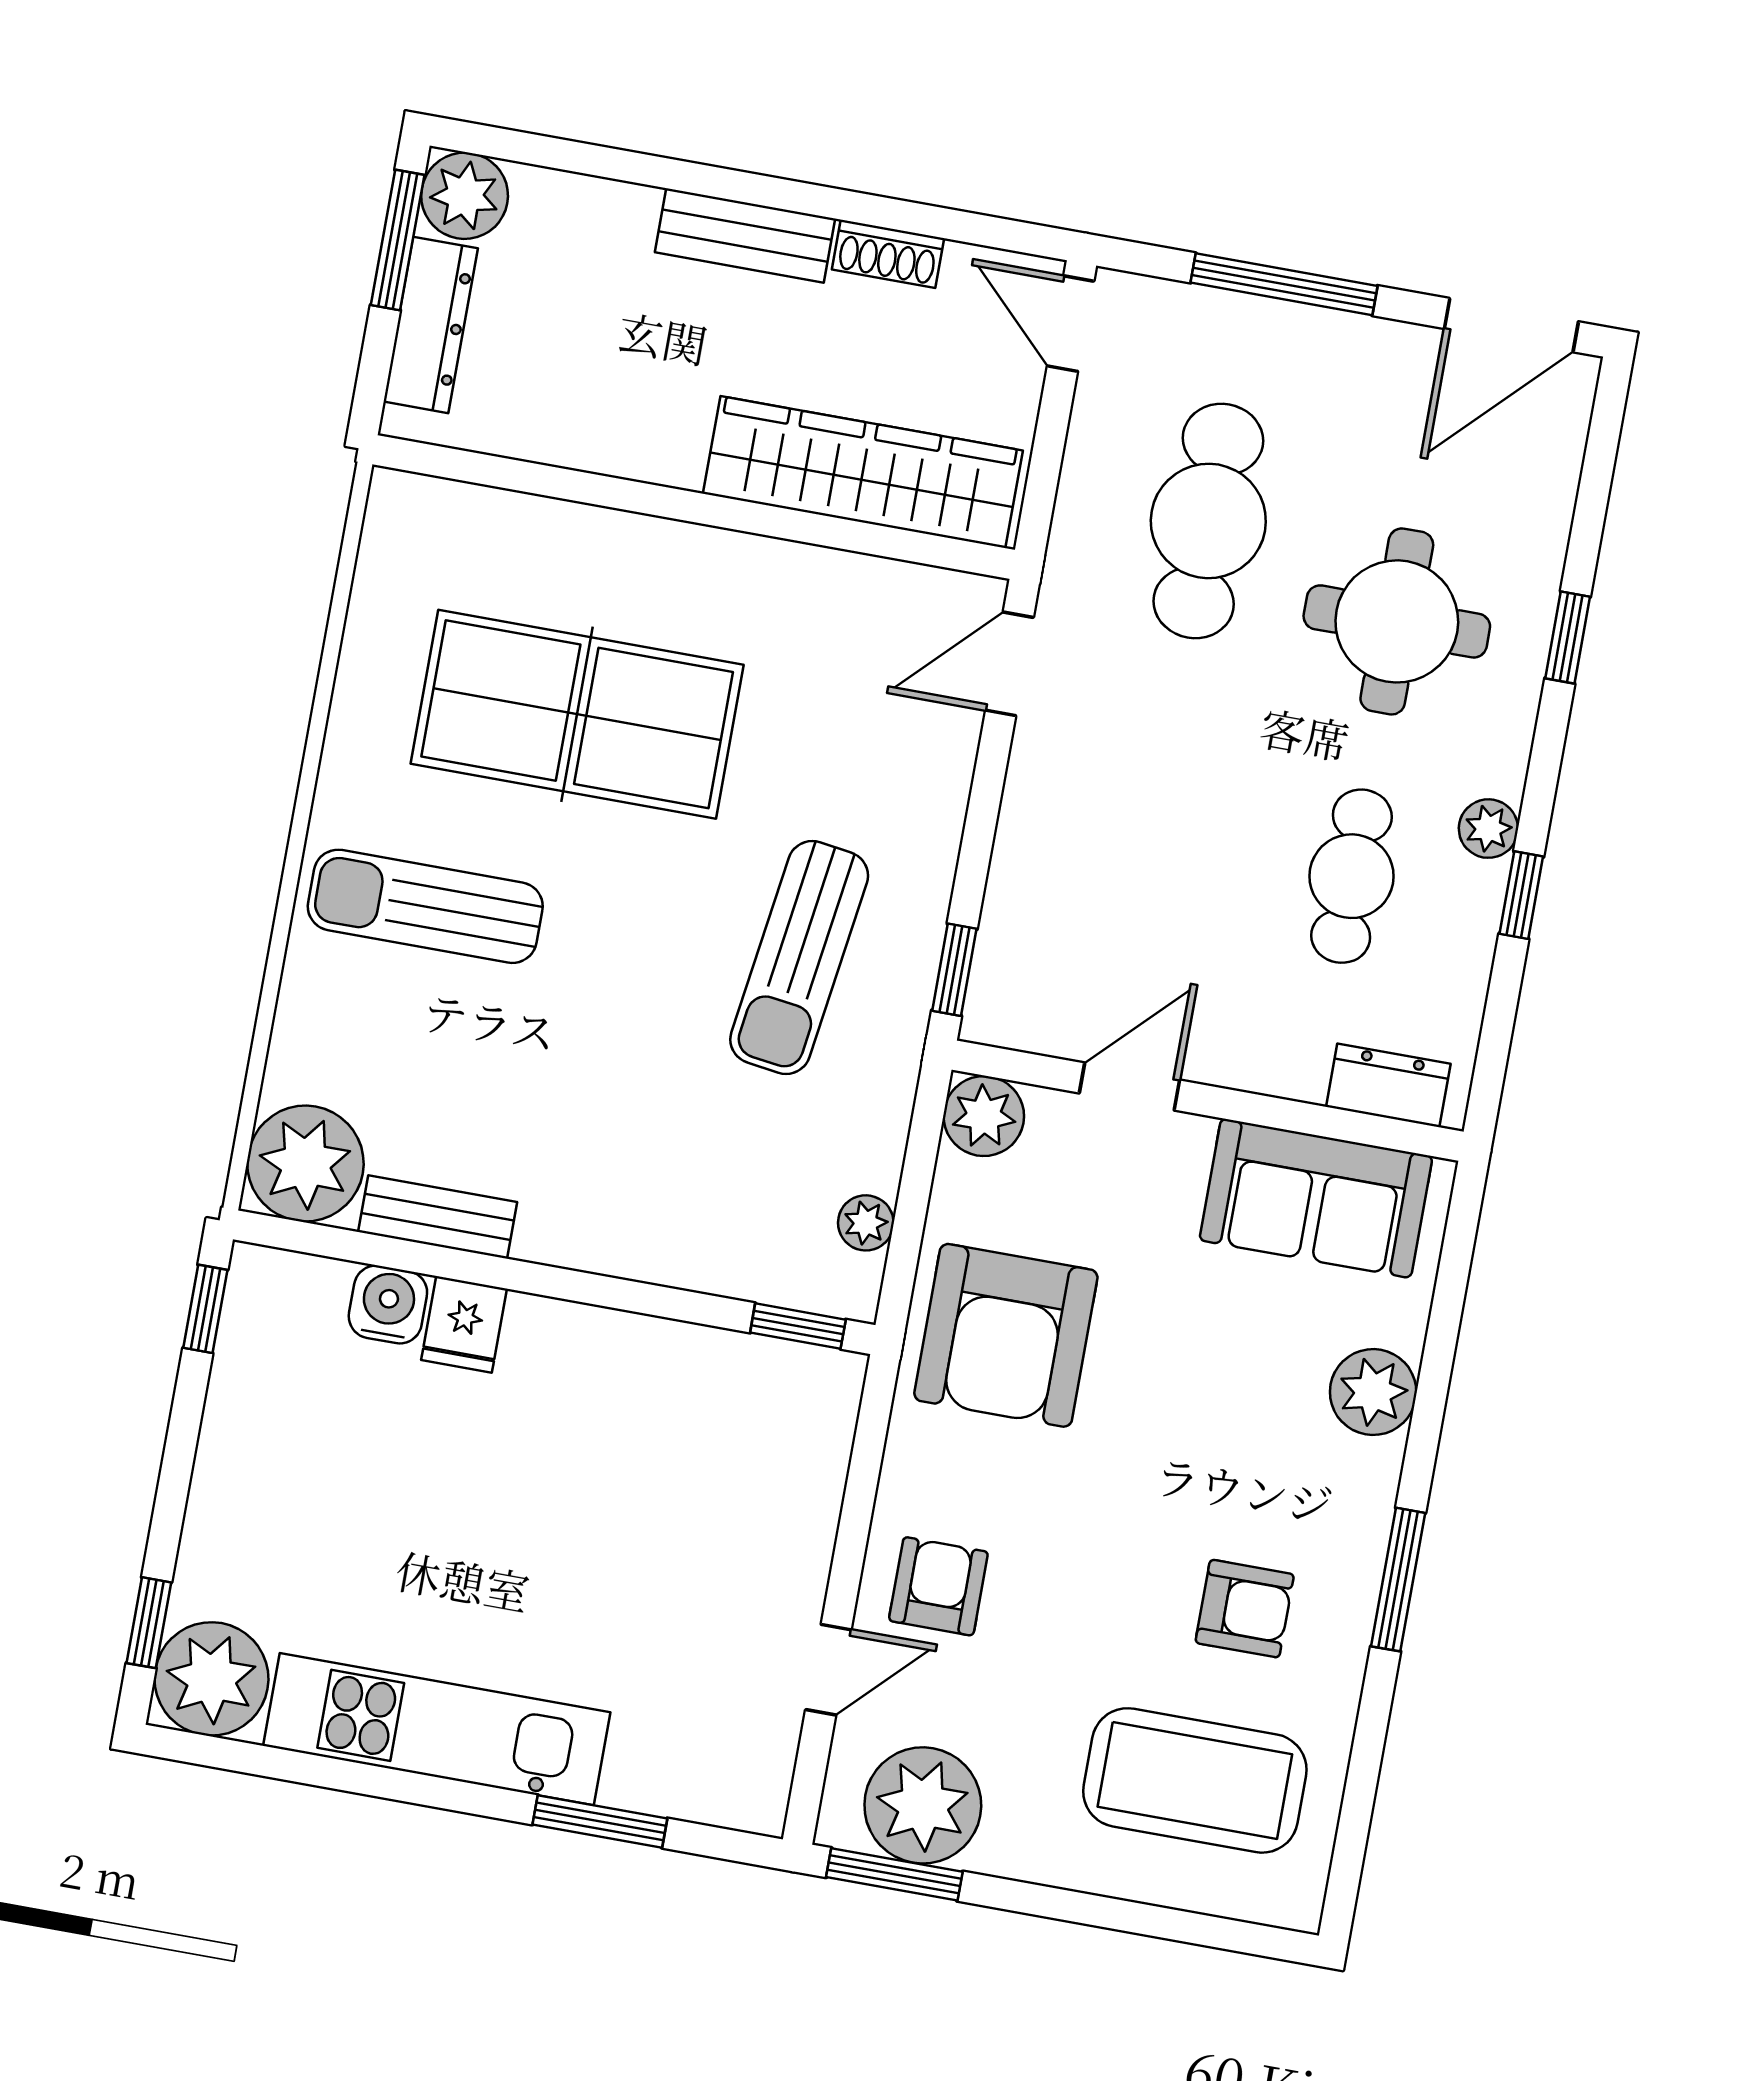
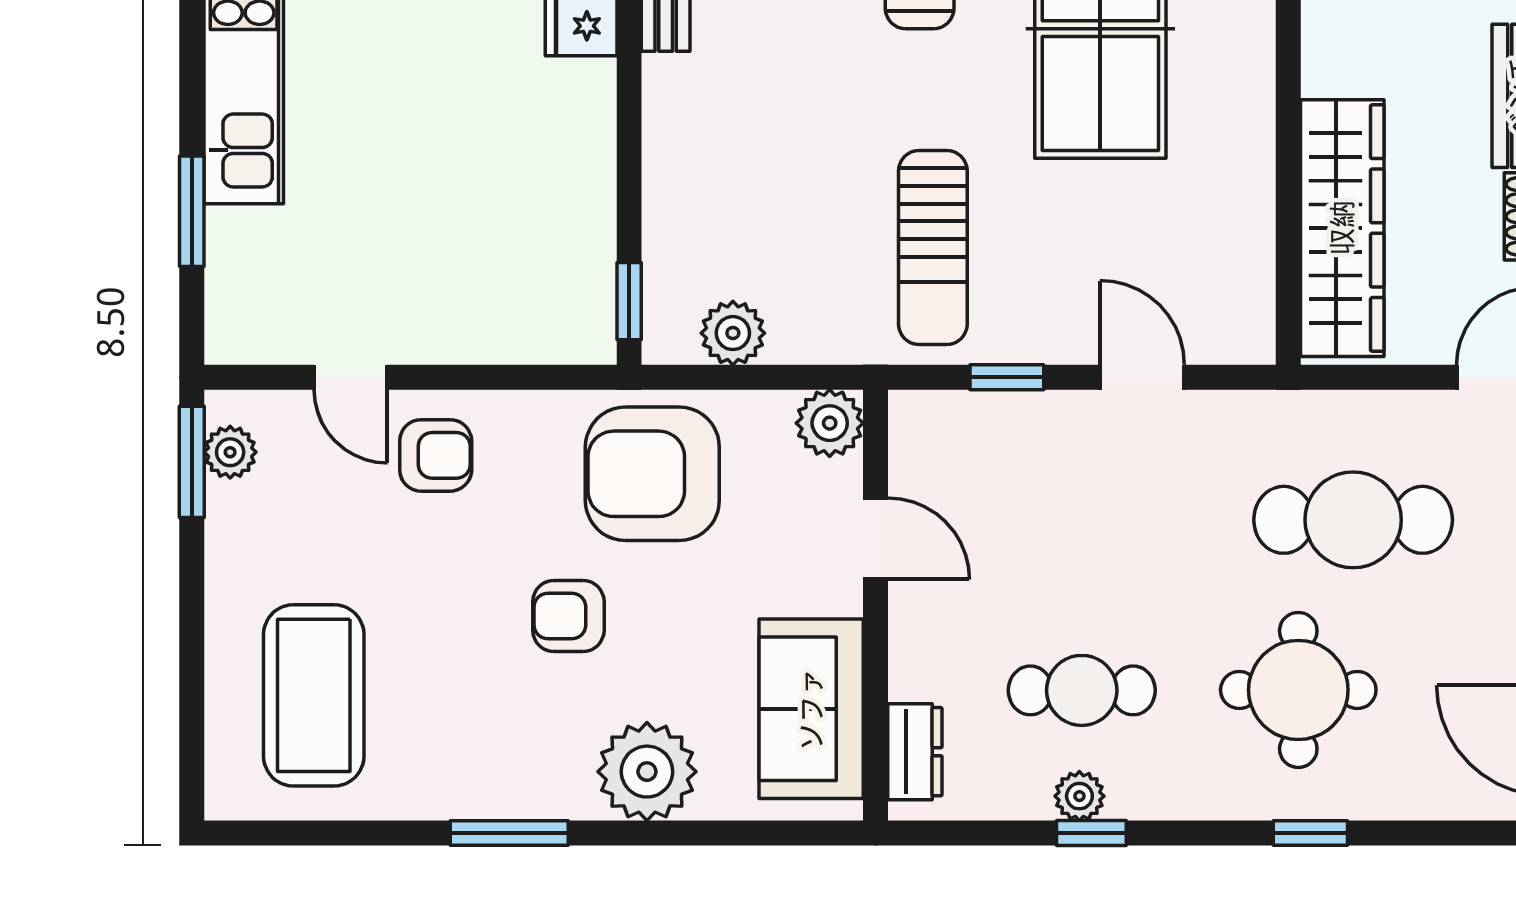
door: (1009, 664) -> (1142, 377), moved
plant: (1488, 829) -> (1079, 796), moved
sun lounger: (799, 958) -> (933, 247), turned -98
window: (954, 970) -> (1007, 377), moved
plant: (866, 1223) -> (733, 333), width x1.38, depth x1.38
plant: (1373, 1392) -> (647, 772), width x1.36, depth x1.36
armchair: (1245, 1609) -> (568, 616), moved, turned 90
plant: (923, 1805) -> (230, 452), width x0.53, depth x0.53

